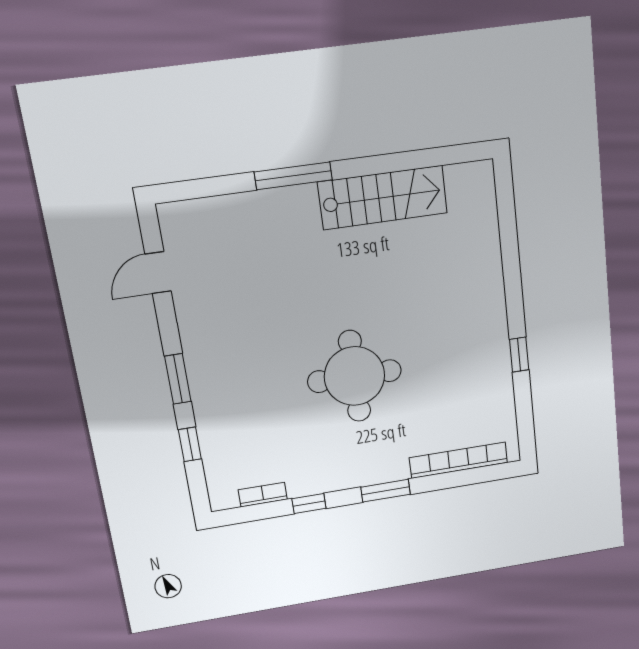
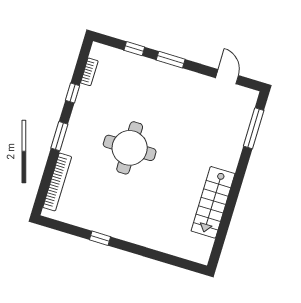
window: (293, 176) -> (254, 128), moved

